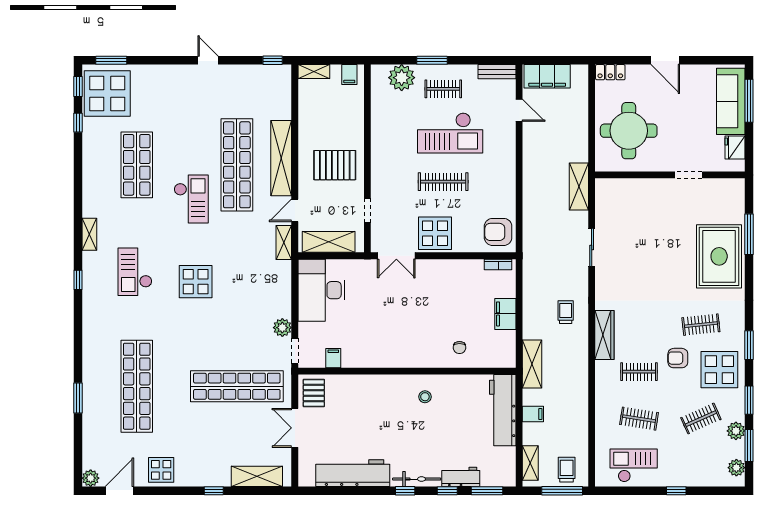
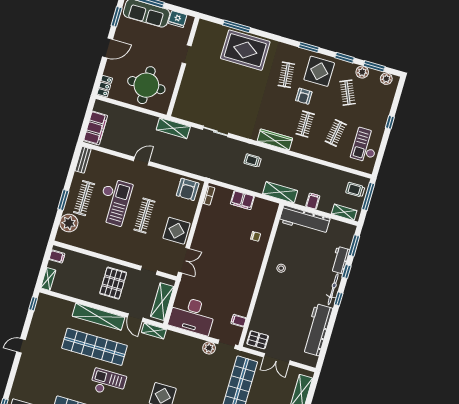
window: (713, 60) -> (117, 17), added
clothes rail: (443, 89) -> (84, 198), width x1.36
door: (519, 110) -> (141, 161), moved

